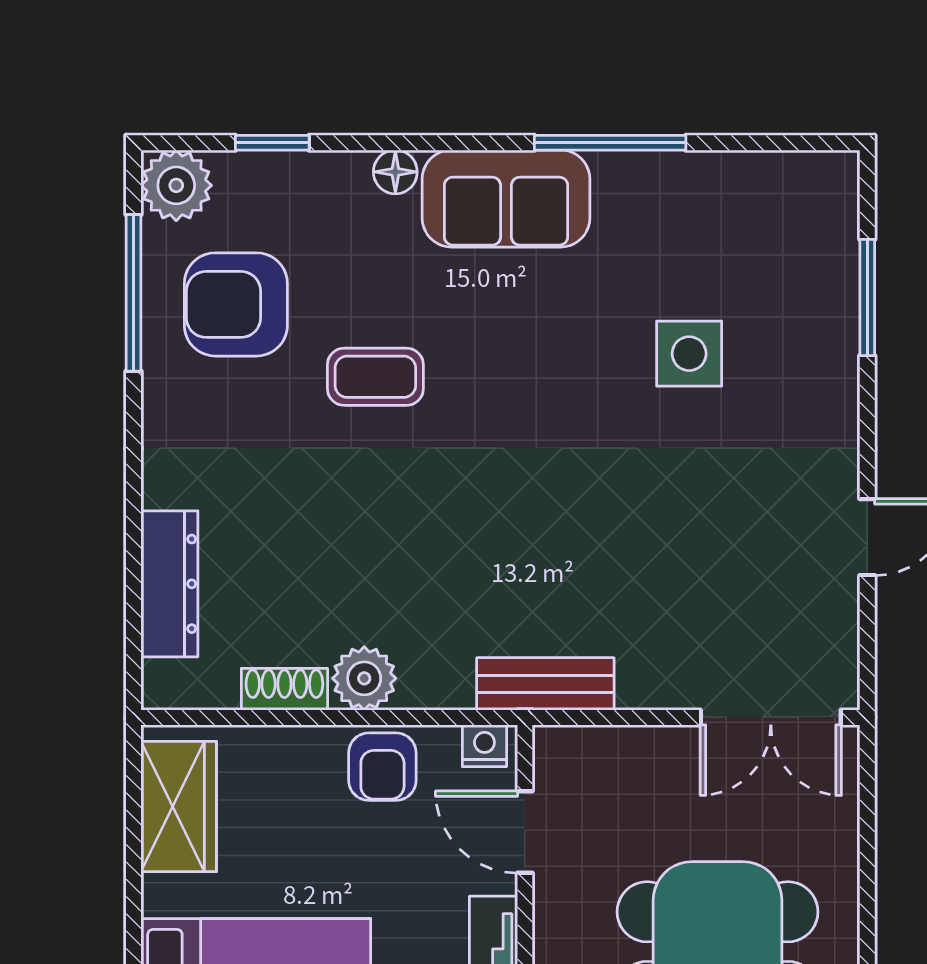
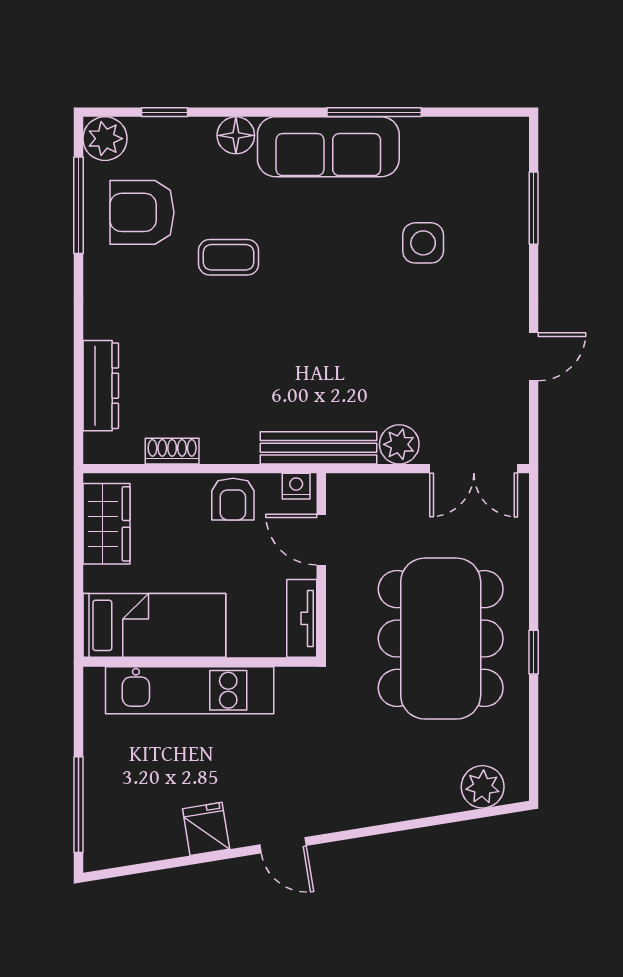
floor lamp: (395, 172) -> (236, 135), width x1.37, depth x1.37
sofa: (506, 199) -> (328, 147), width x1.36
plant: (364, 678) -> (399, 444), moved
bench: (545, 684) -> (318, 448), width x1.36

